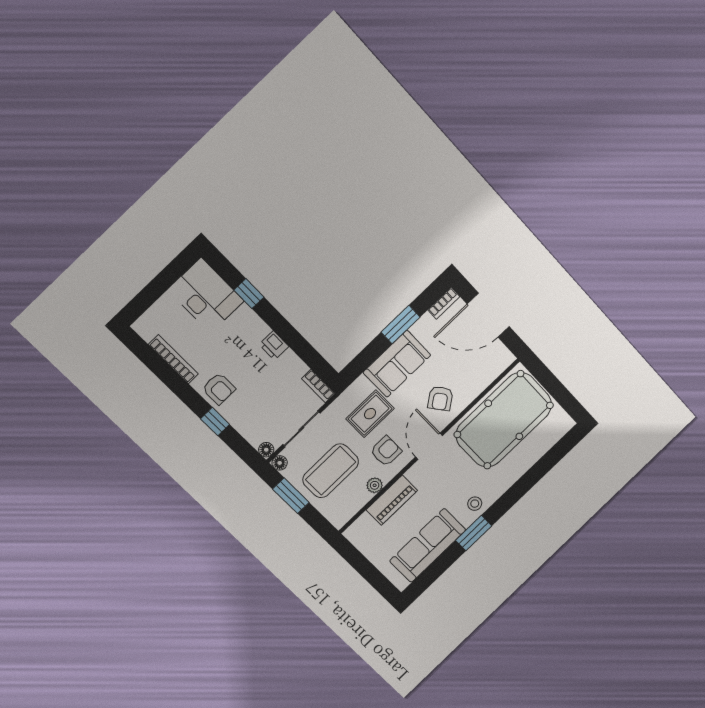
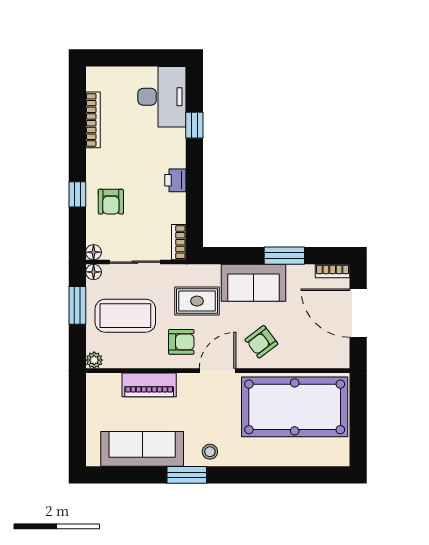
armchair: (219, 389) -> (111, 202), moved
plant: (375, 485) -> (94, 360), moved

